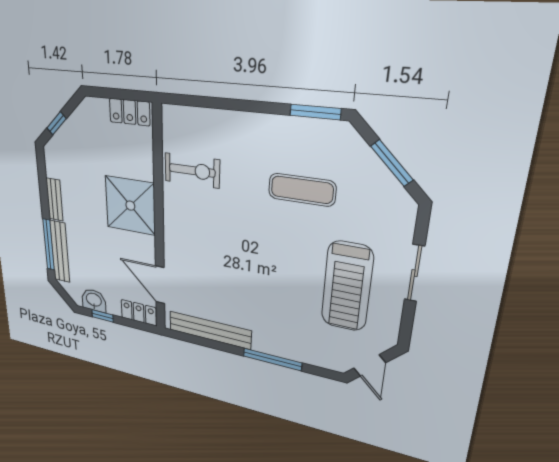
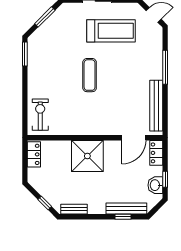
exercise bike: (192, 170) -> (40, 115), moved
exercise mat: (302, 190) -> (90, 75), moved
bench: (54, 199) -> (74, 209), moved
window: (49, 245) -> (123, 217), width x0.46

